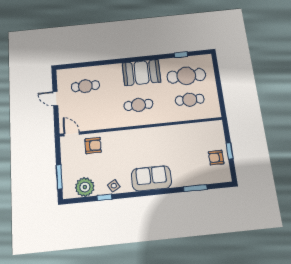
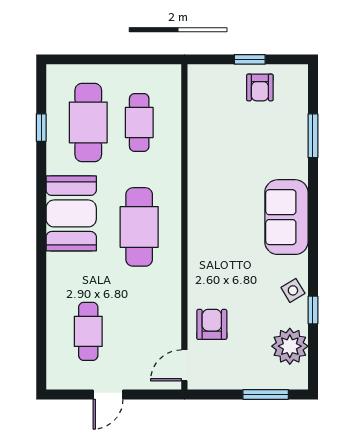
cafe table: (138, 105) -> (139, 227), width x1.37, depth x1.35

